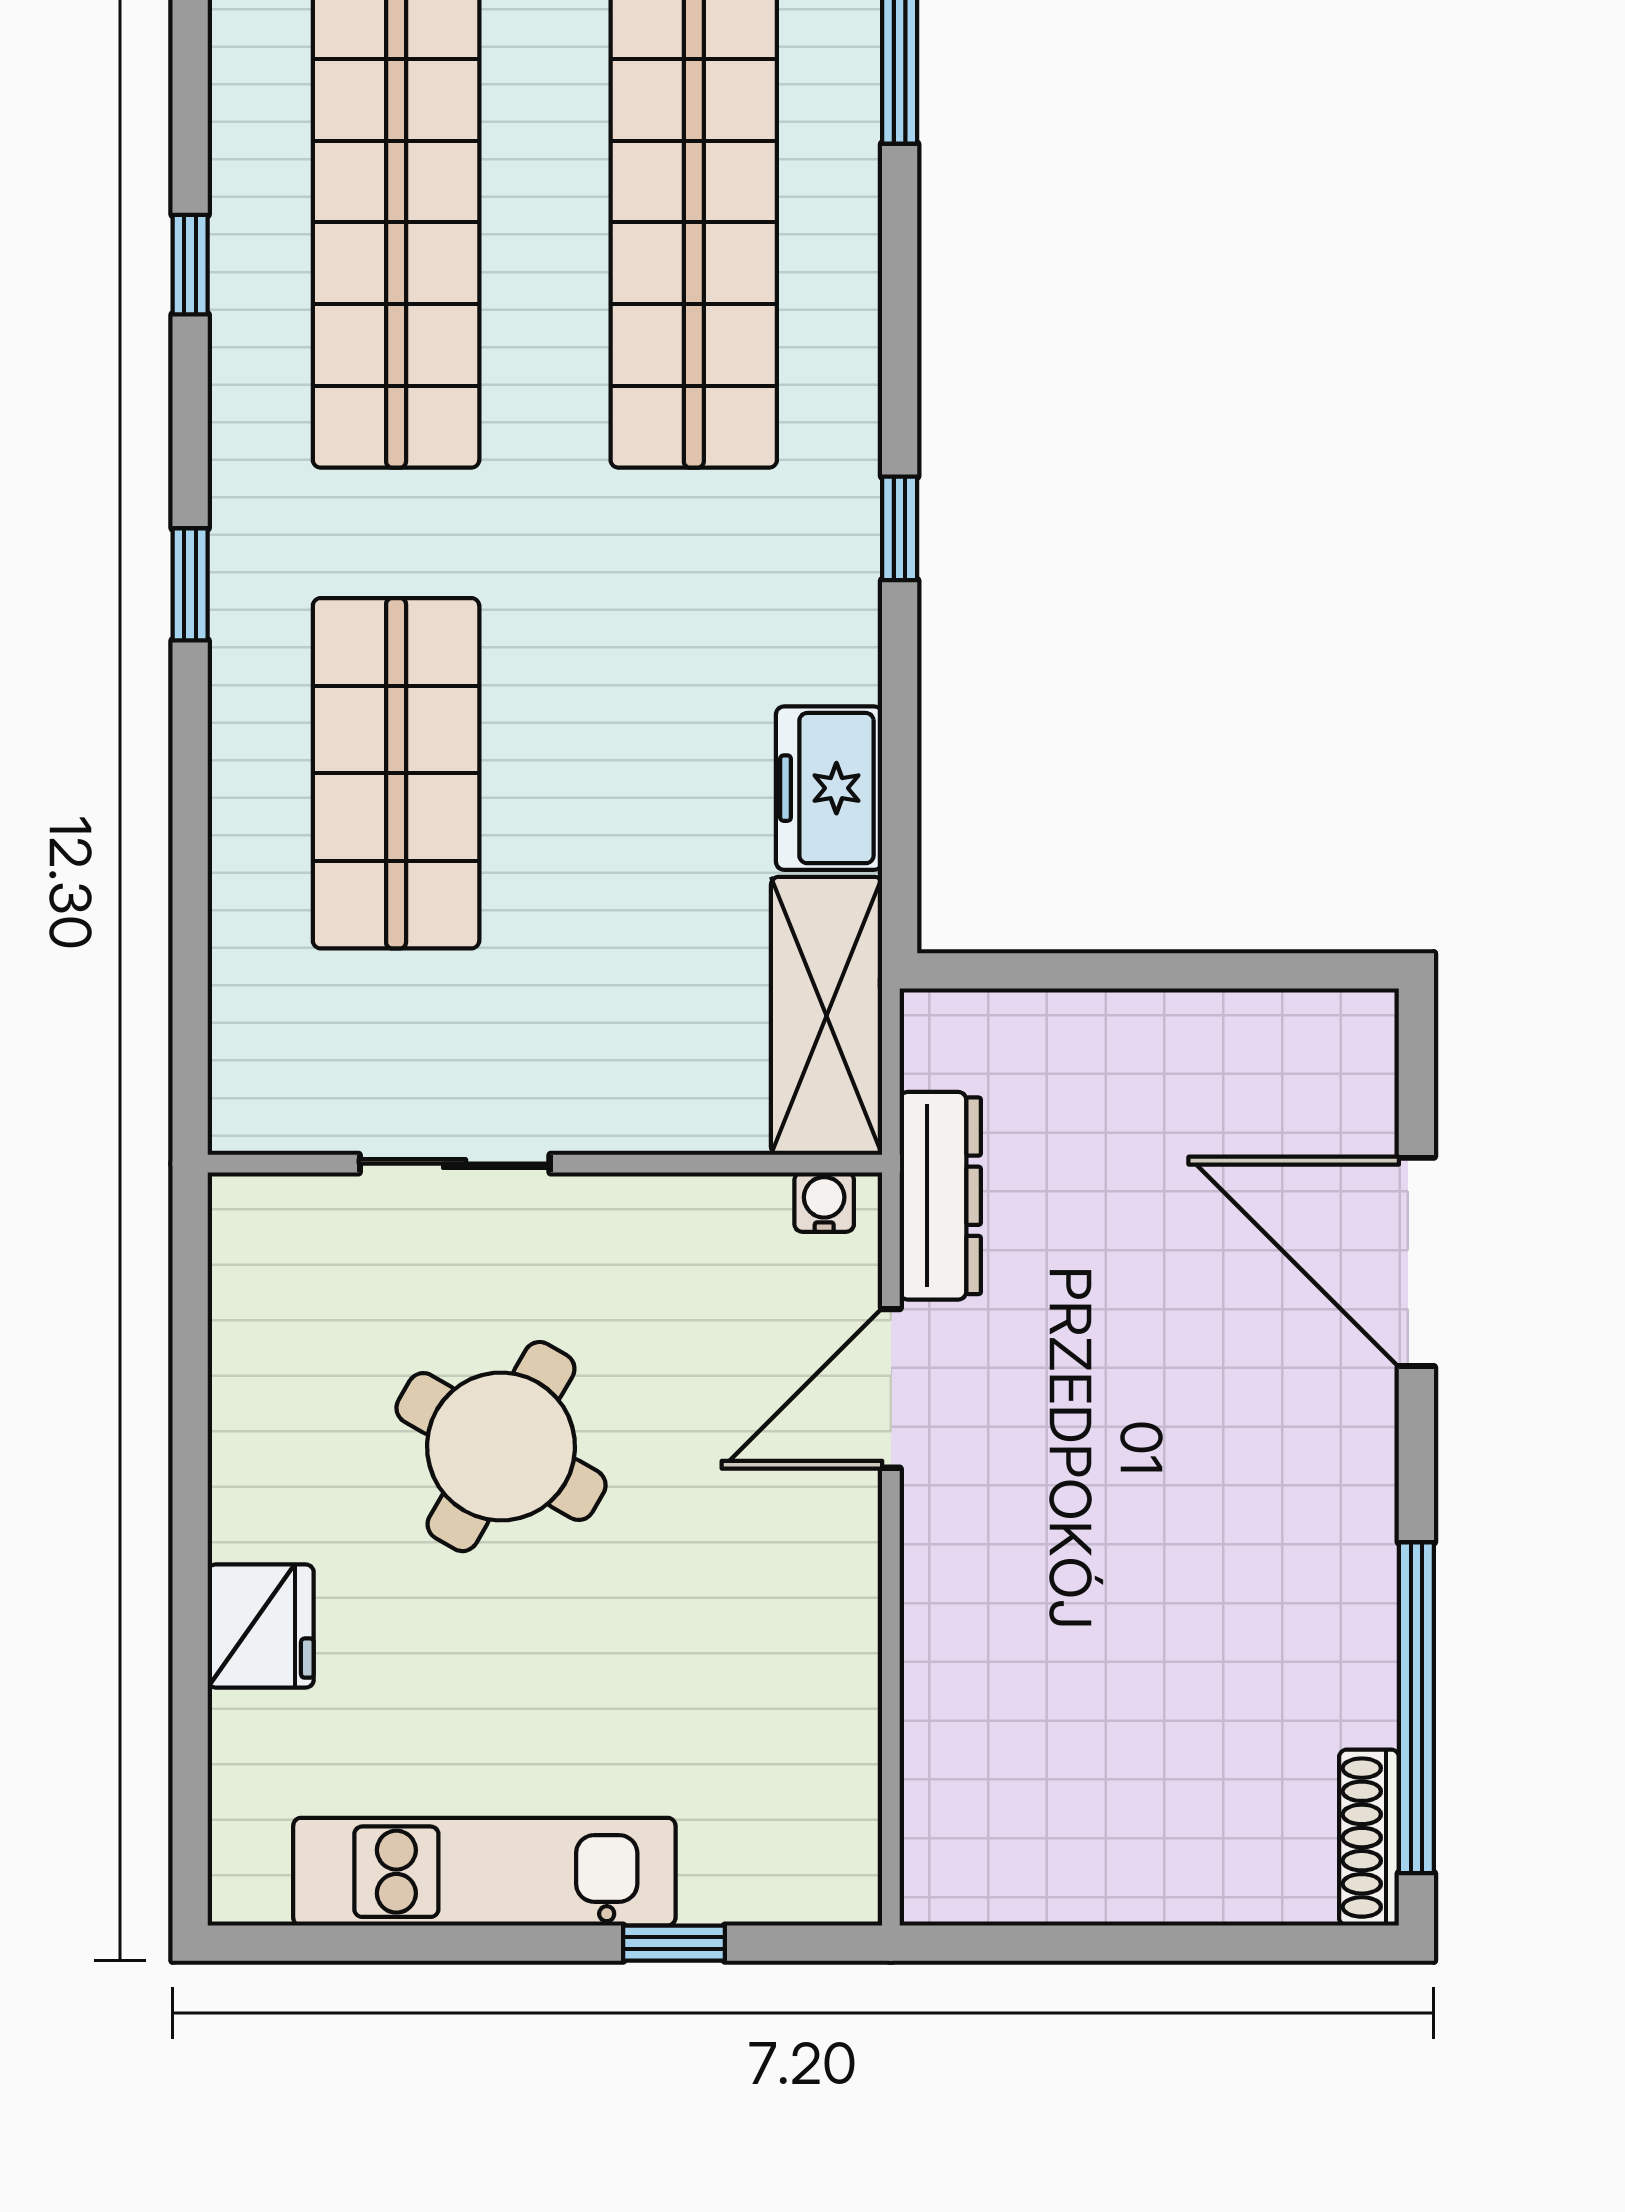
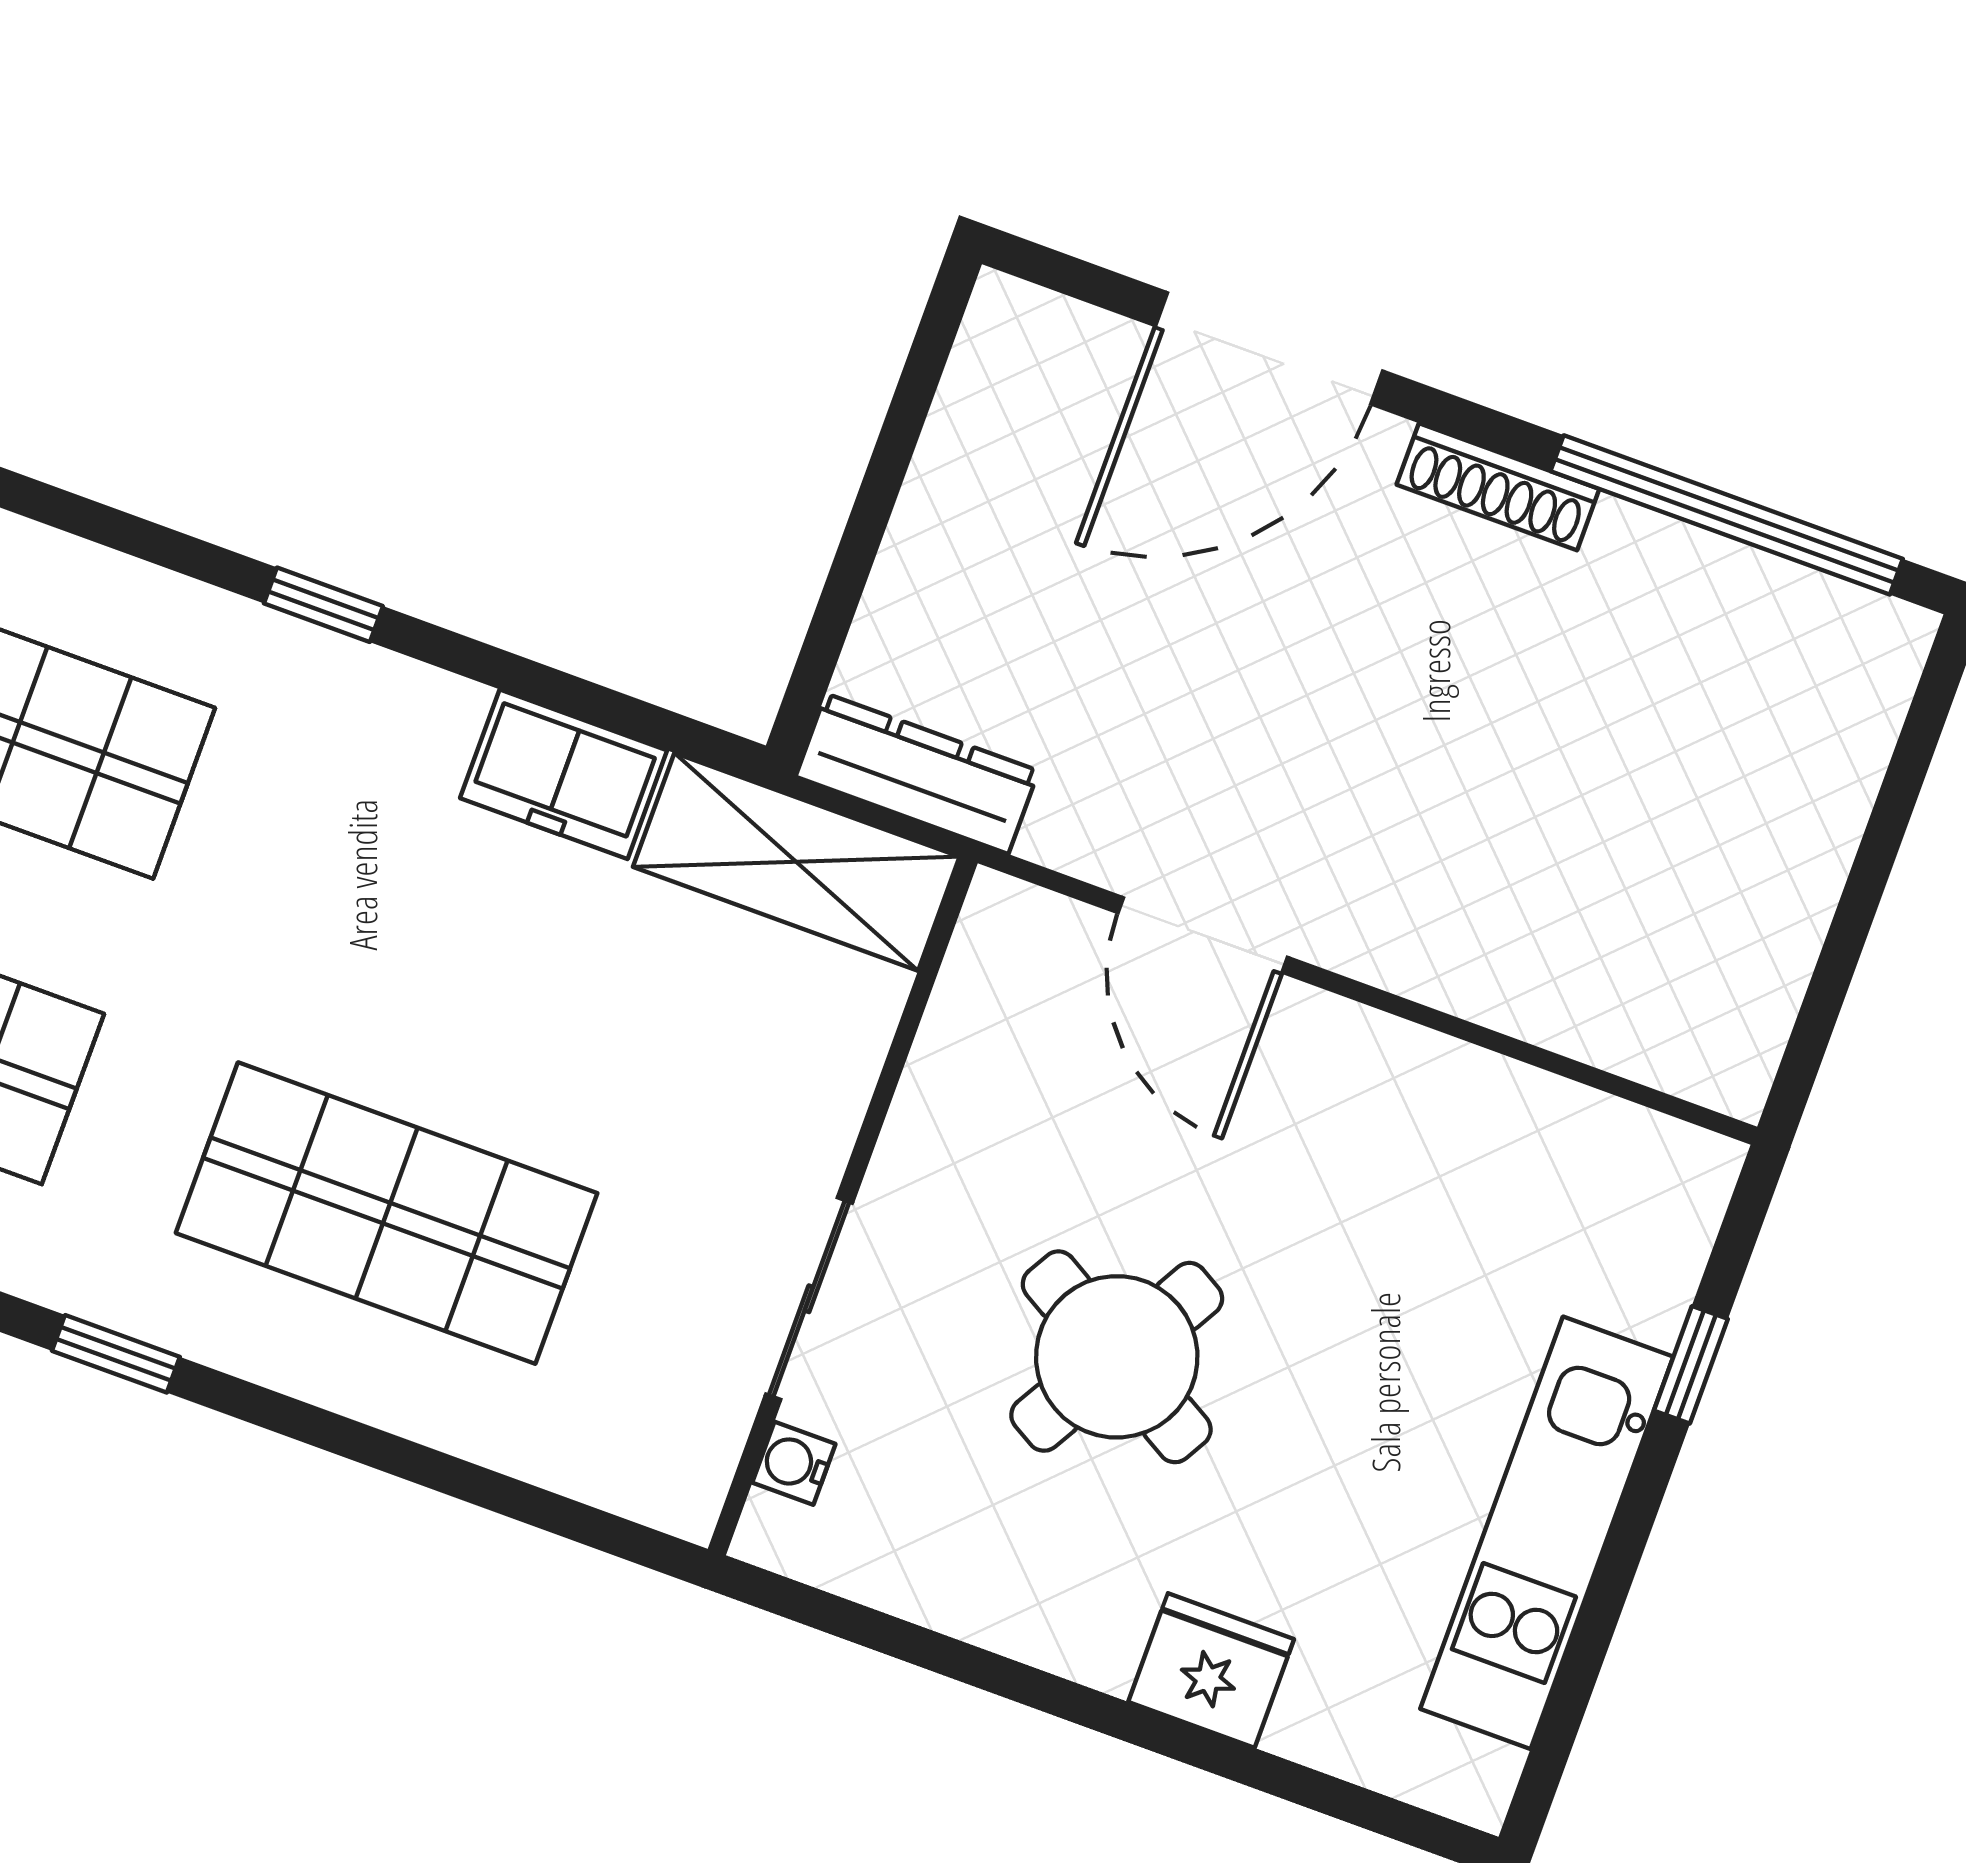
dresser: (940, 1196) -> (917, 774), moved
water cooler: (824, 1202) -> (794, 1463), moved
shoe rack: (1369, 1838) -> (1498, 487), moved

